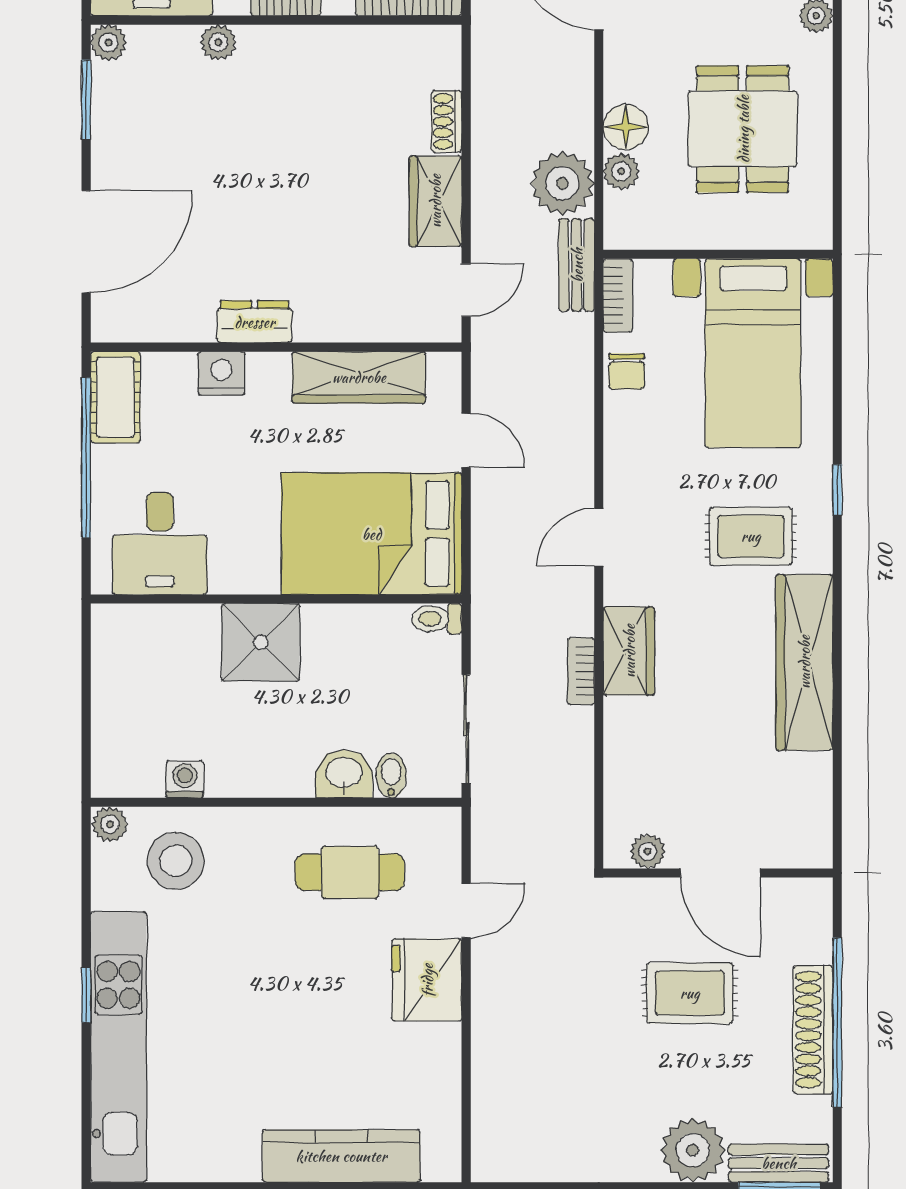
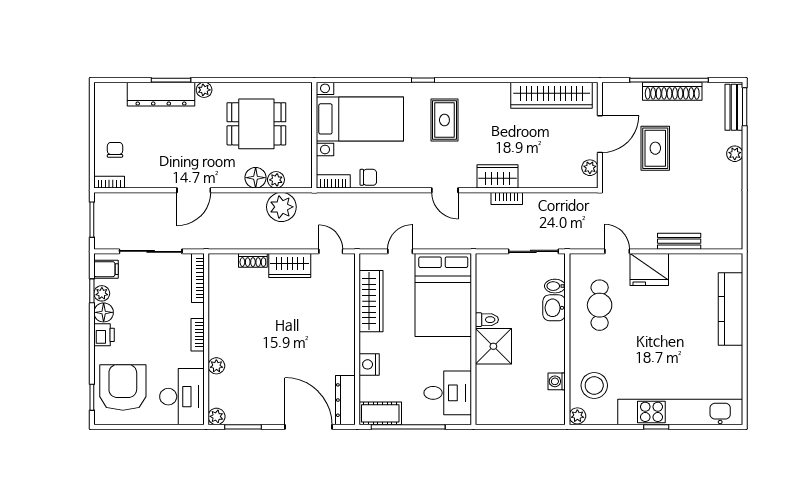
bench: (577, 265) -> (679, 241), moved
dresser: (255, 322) -> (345, 400), moved, width x1.44
toilet: (437, 619) -> (487, 320), moved, turned -90
wardrobe: (804, 662) -> (552, 95), moved
plant: (693, 1150) -> (735, 154), width x0.53, depth x0.53

